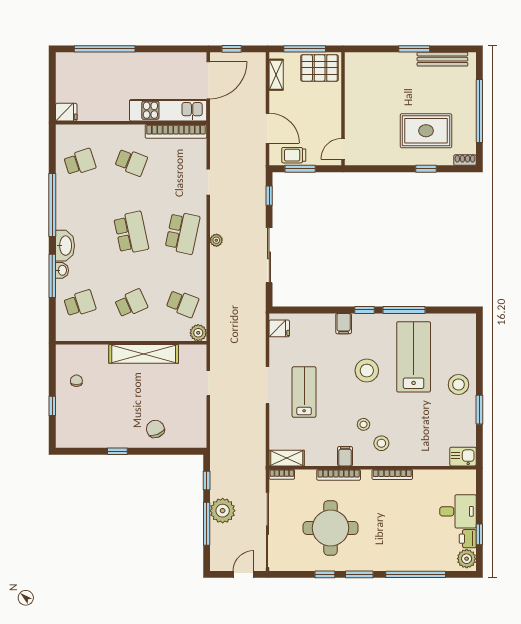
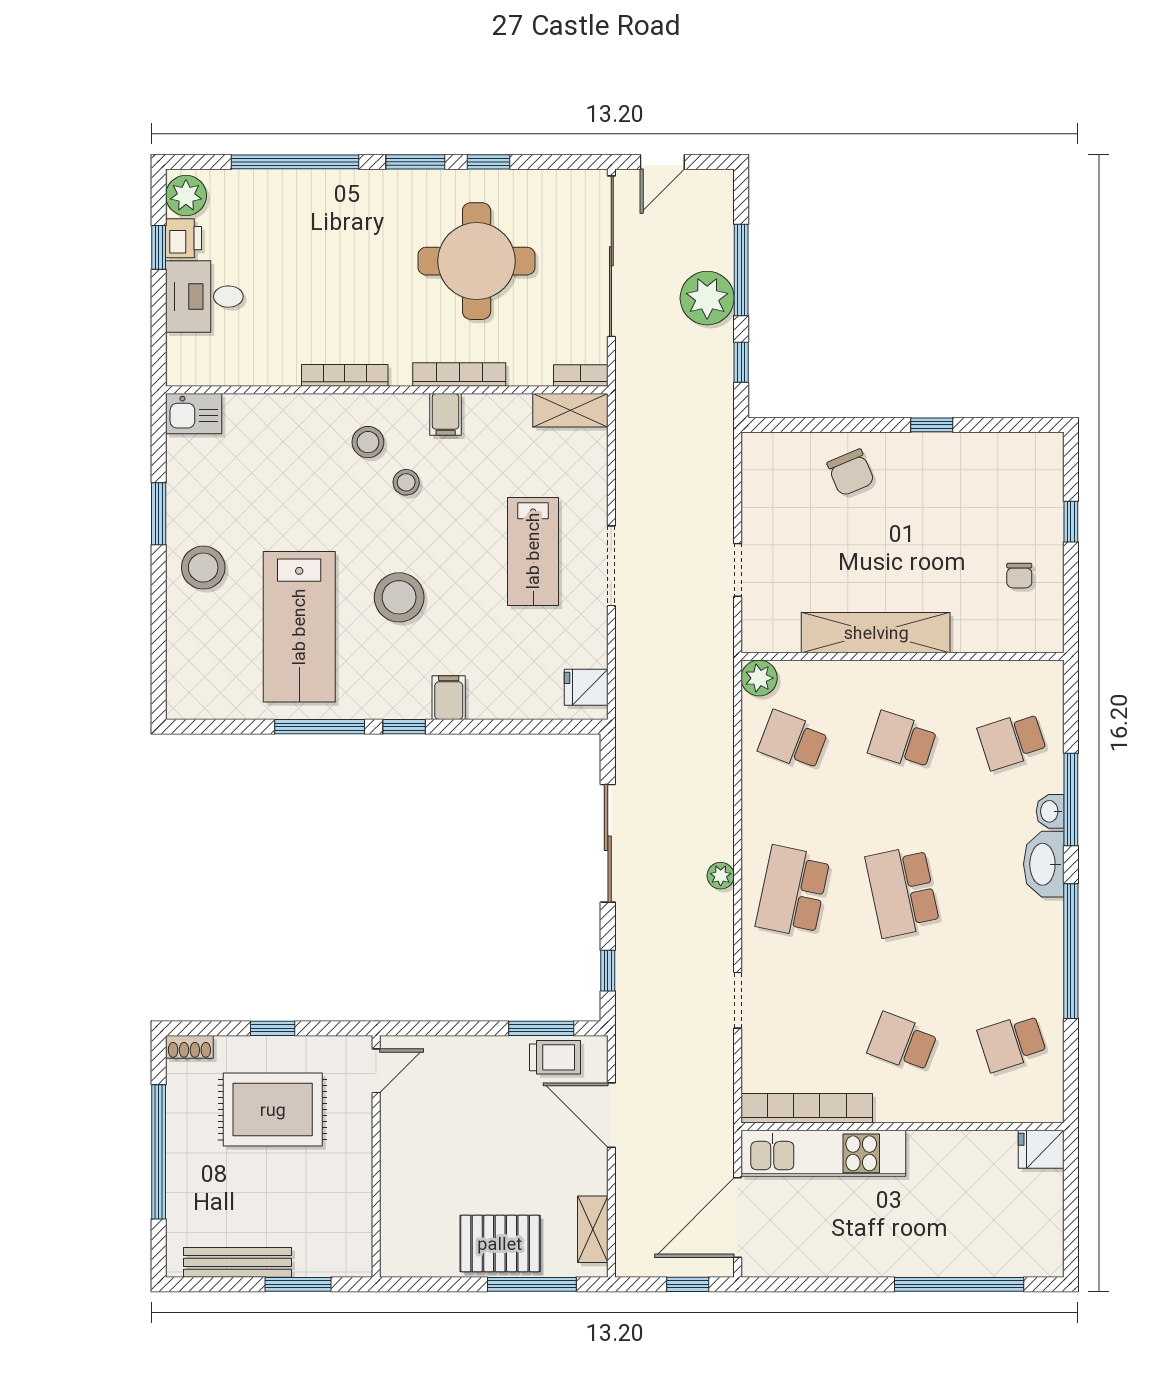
wall: (343, 109) -> (376, 1156), moved
door: (343, 149) -> (376, 1071), moved
school desk: (131, 303) -> (902, 741), turned 42

